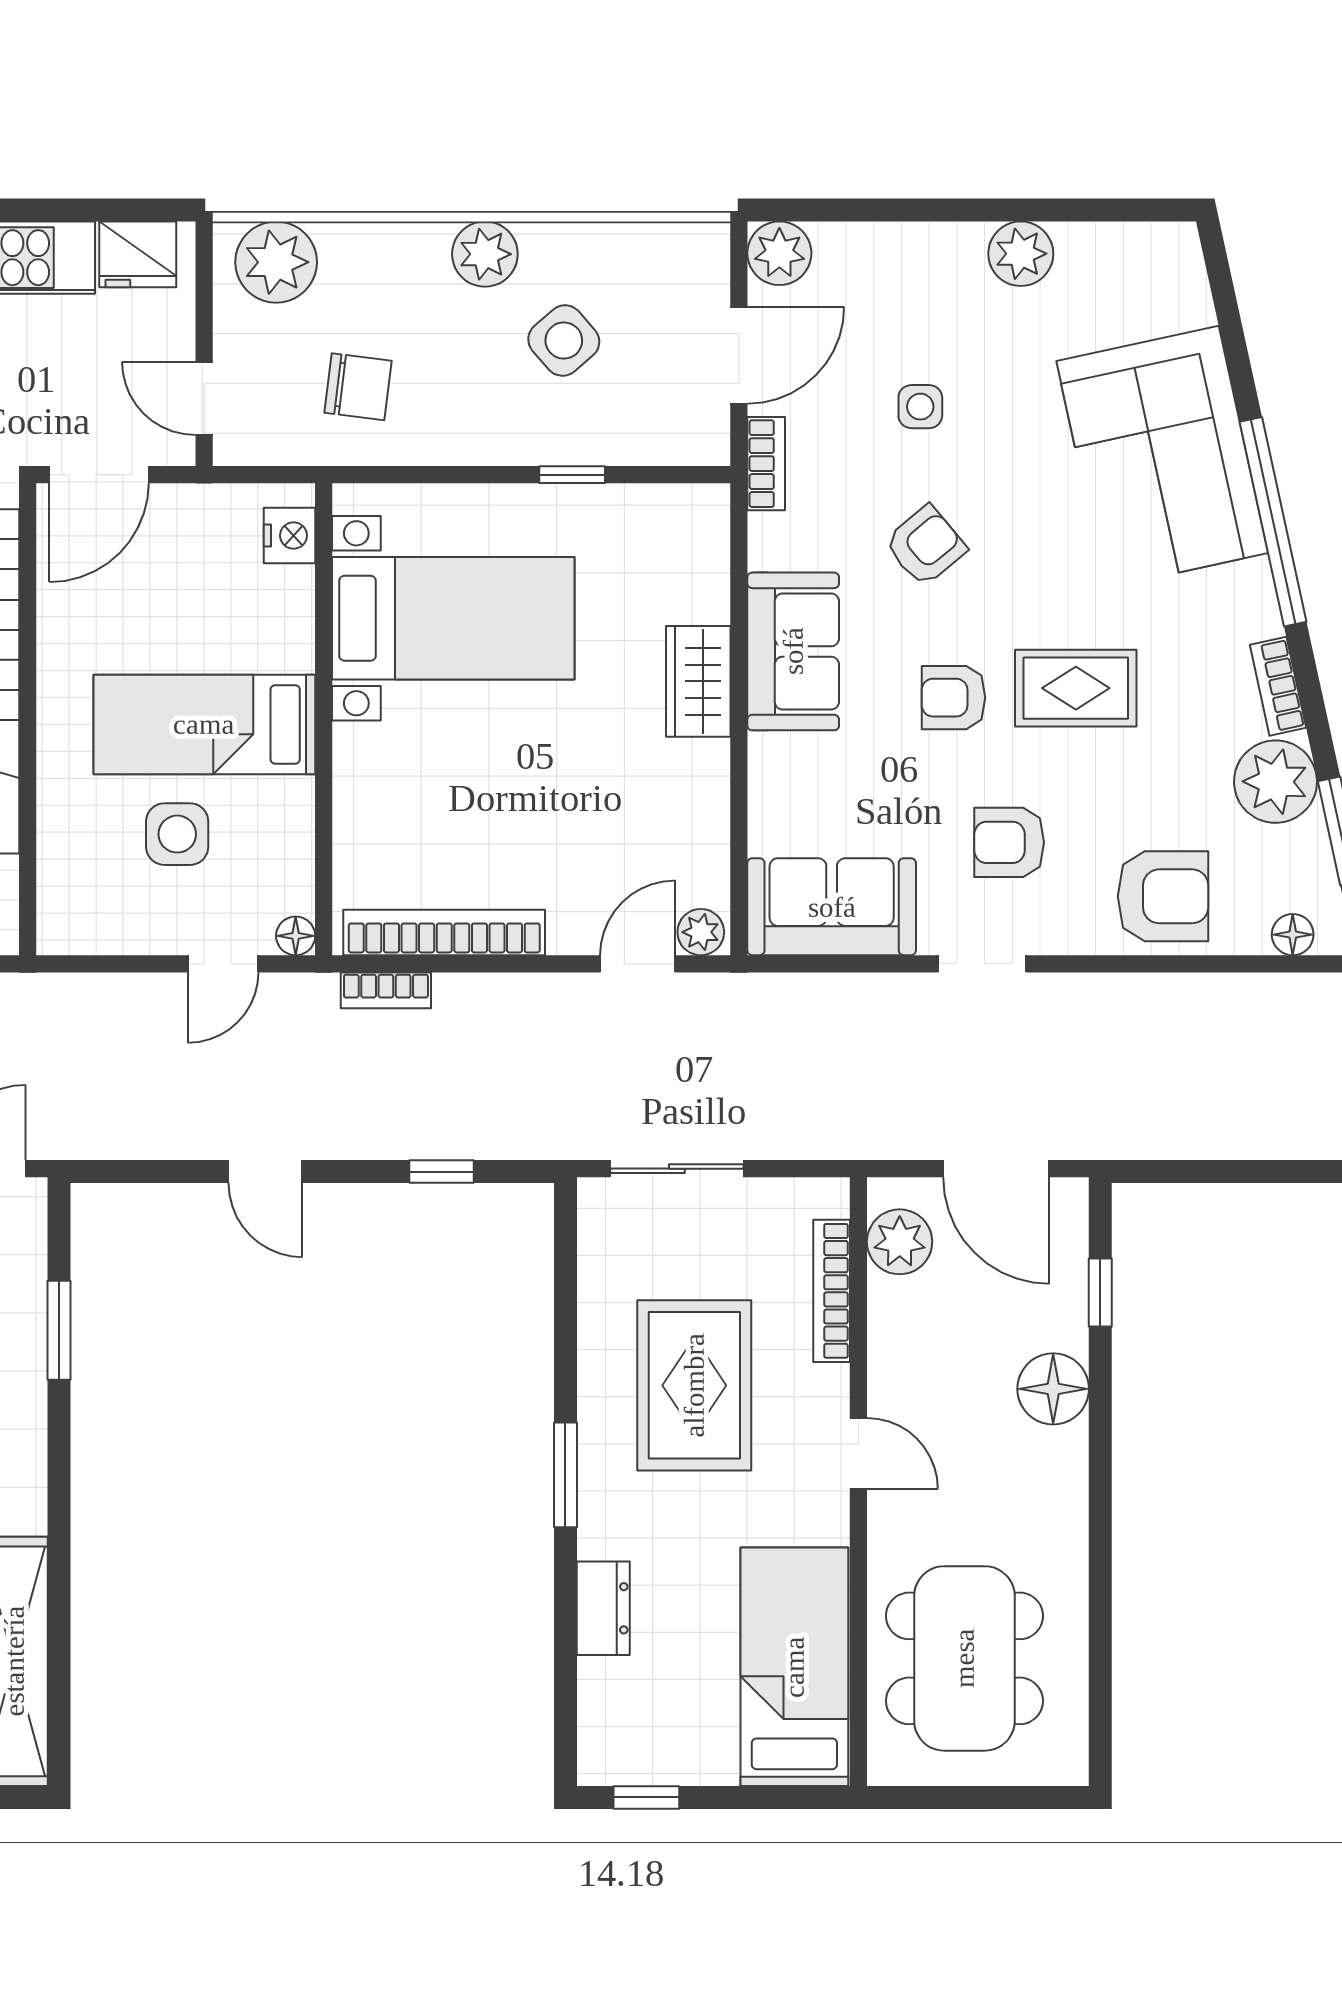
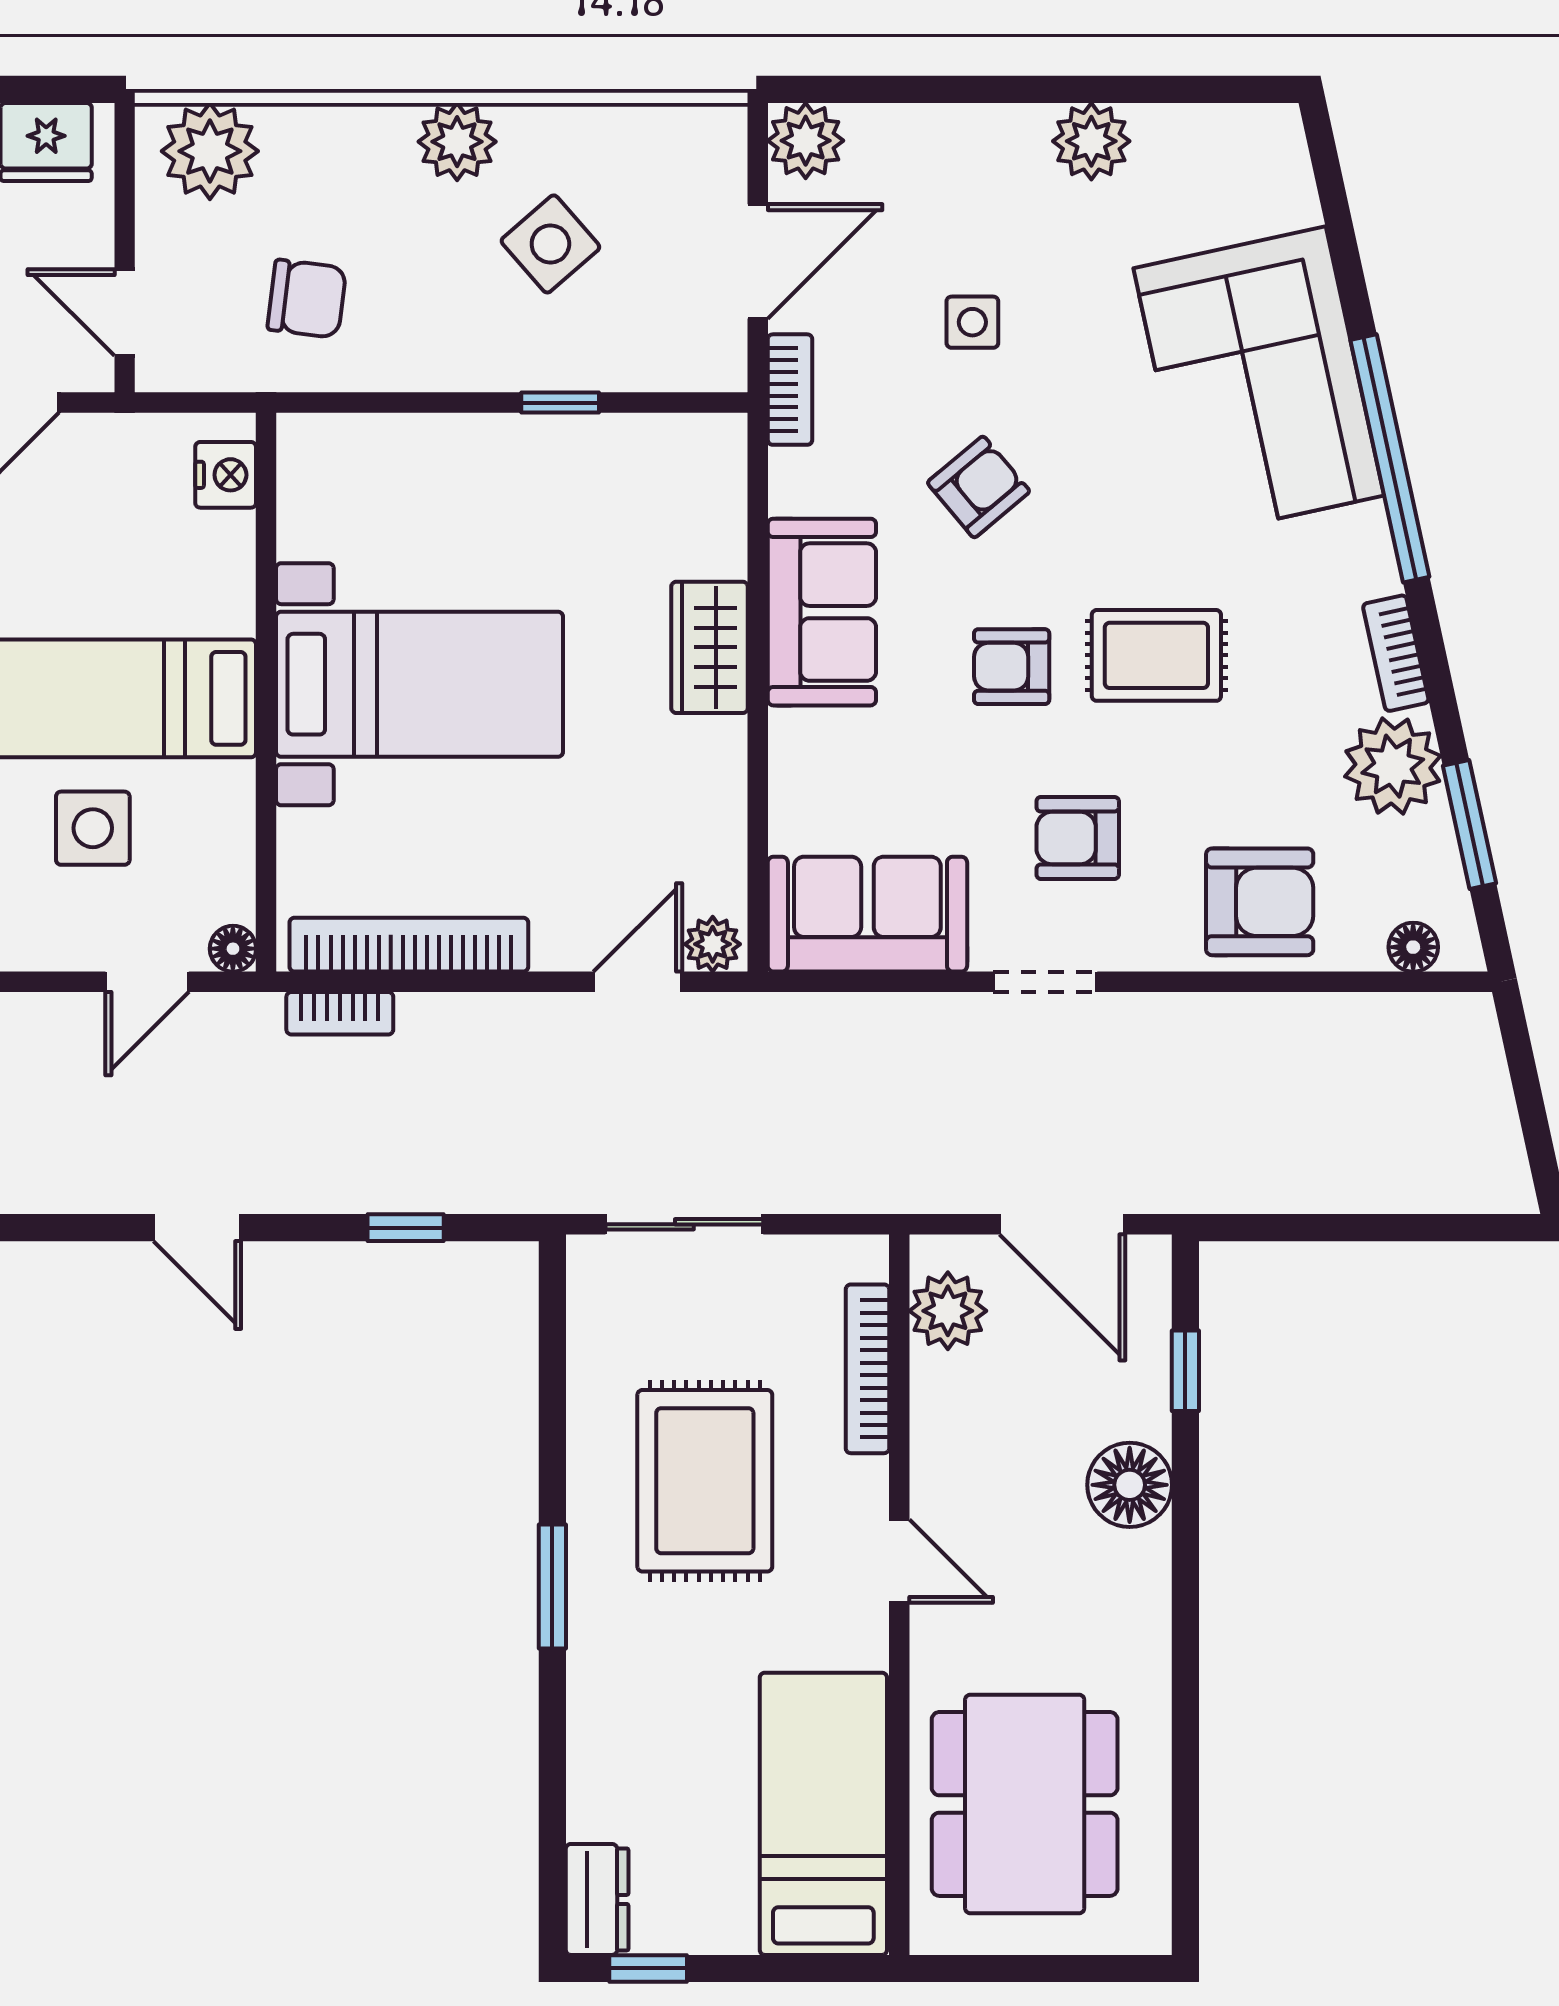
bed with nightstands: (453, 618) -> (420, 684), moved
dresser: (603, 1608) -> (597, 1899), moved

